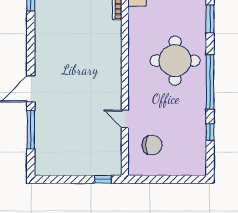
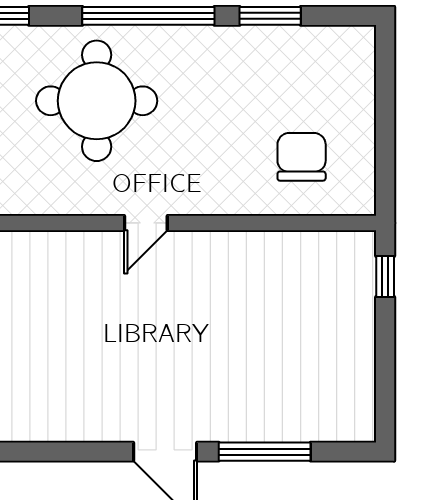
door: (125, 119) -> (146, 223), moved
window: (210, 132) -> (270, 16), width x1.50

